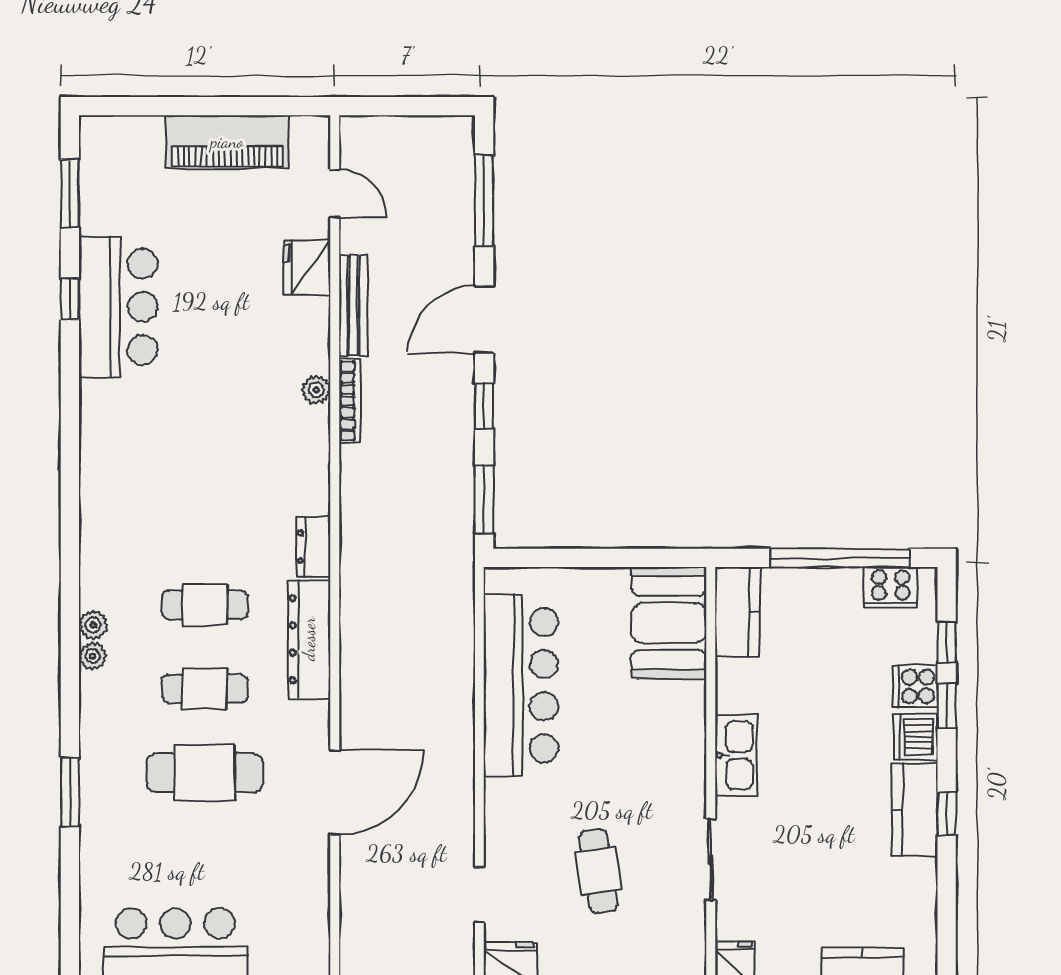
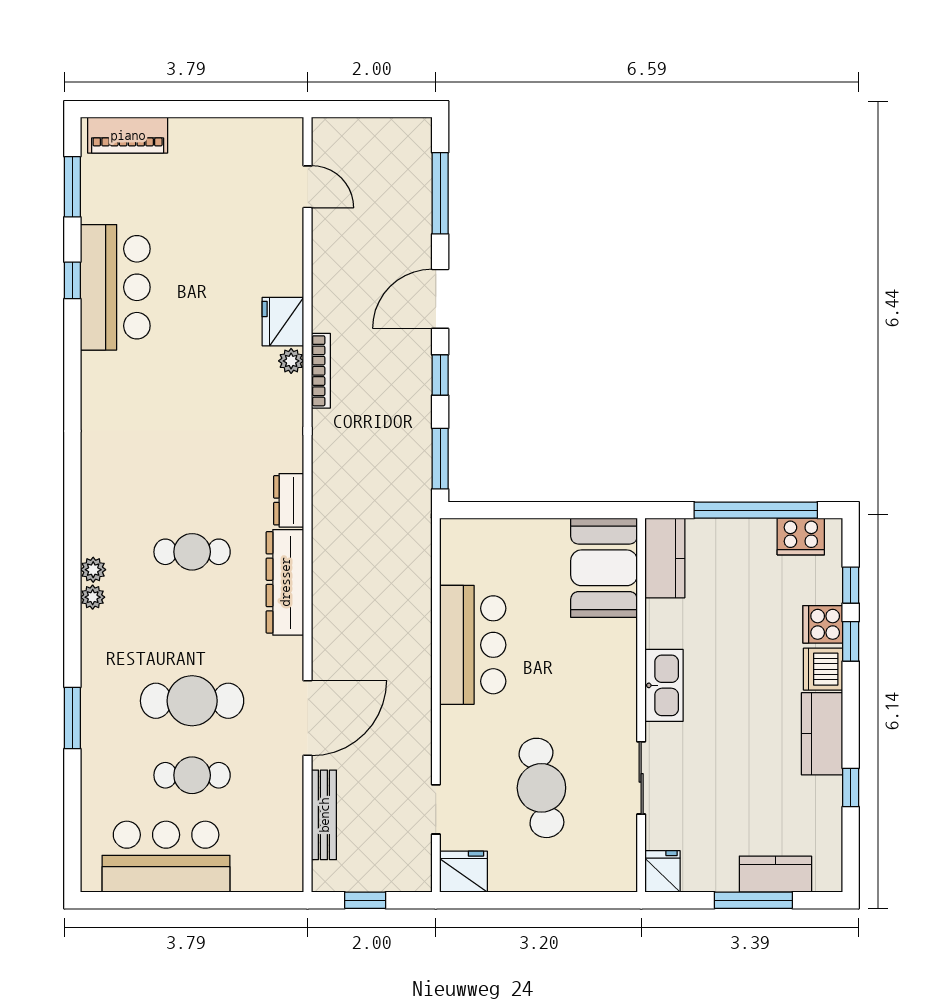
piano: (227, 142) -> (128, 135), moved, width x0.73, depth x0.75
fridge: (307, 267) -> (283, 322), moved
bench: (353, 305) -> (324, 815), moved
bar counter: (521, 685) -> (473, 645), width x0.73
cafe table: (205, 689) -> (192, 775), moved
window: (947, 814) -> (851, 787), moved
cafe table: (598, 871) -> (541, 788), width x1.37, depth x1.35

